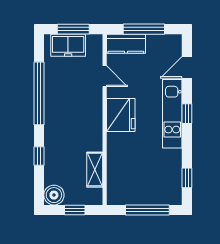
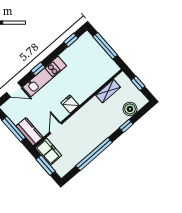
freezer: (68, 45) -> (48, 152), moved
fridge: (121, 115) -> (70, 104), width x0.53, depth x0.75
boiler: (54, 195) -> (130, 109), moved

